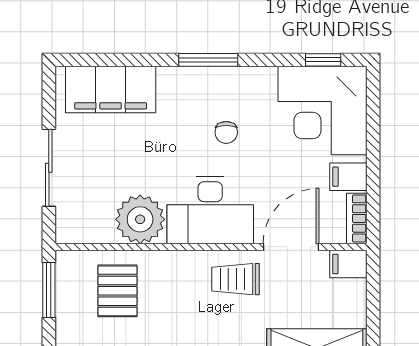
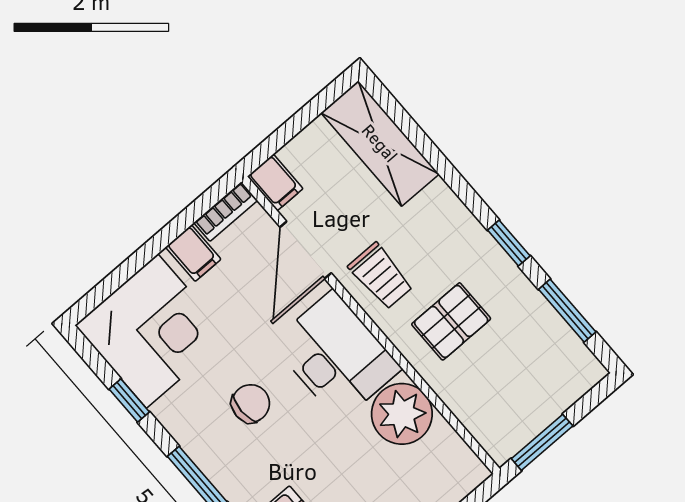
window: (323, 60) -> (129, 401), moved
chair: (226, 132) -> (251, 404), width x1.37, depth x1.37
door: (291, 247) -> (306, 250), hinge flipped
pallet: (117, 291) -> (451, 321), moved

